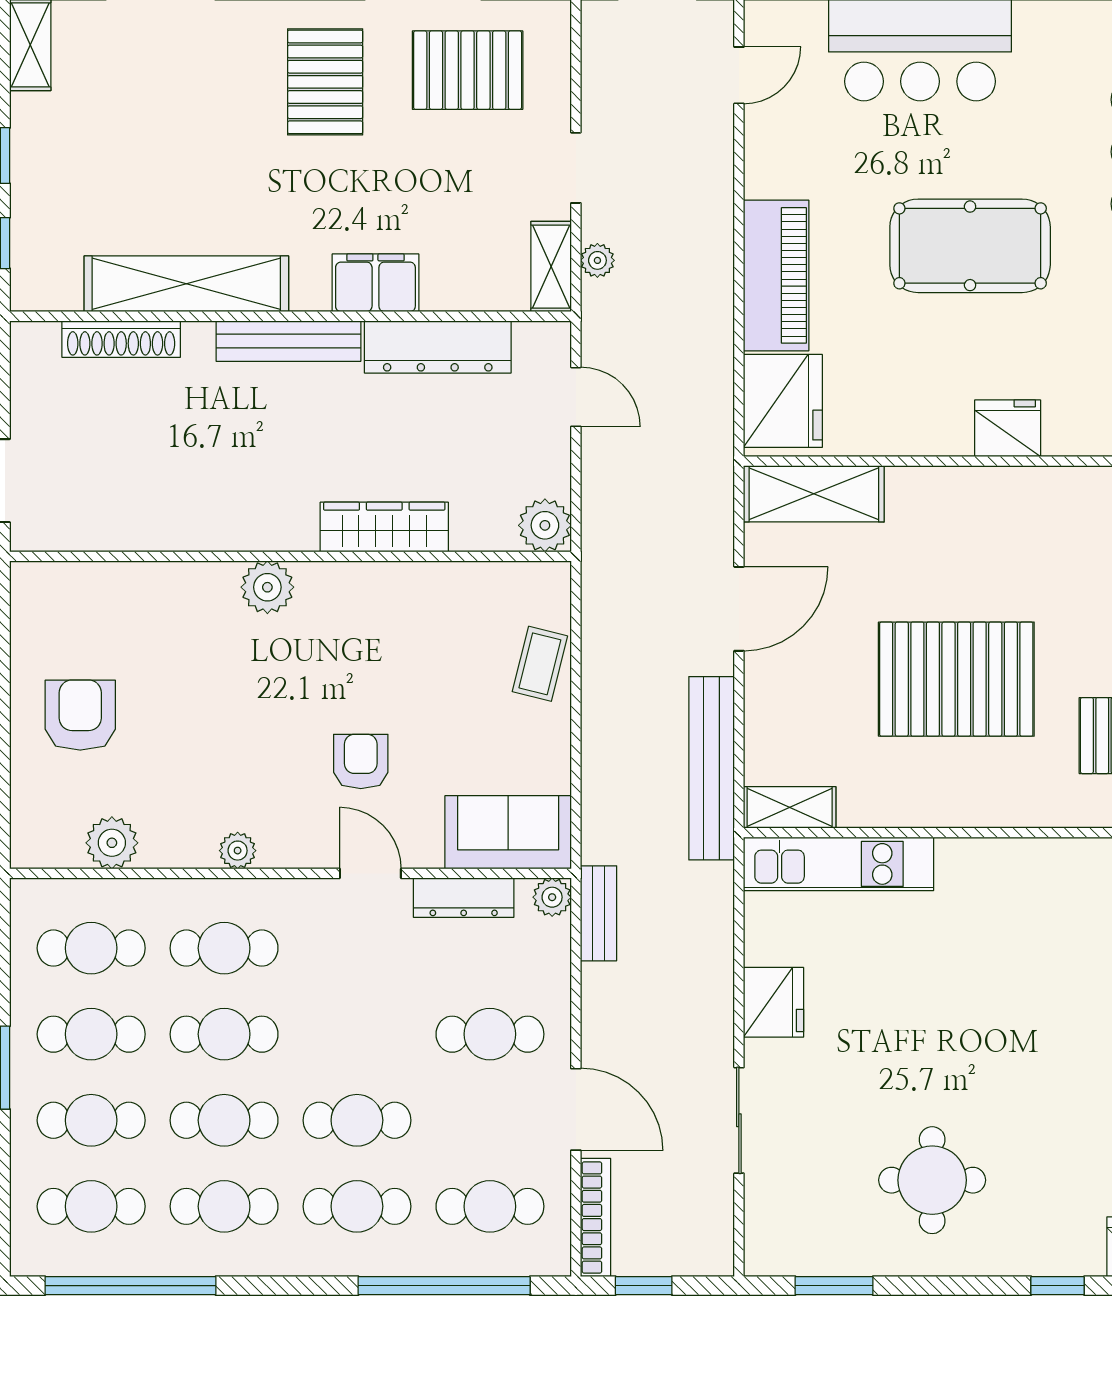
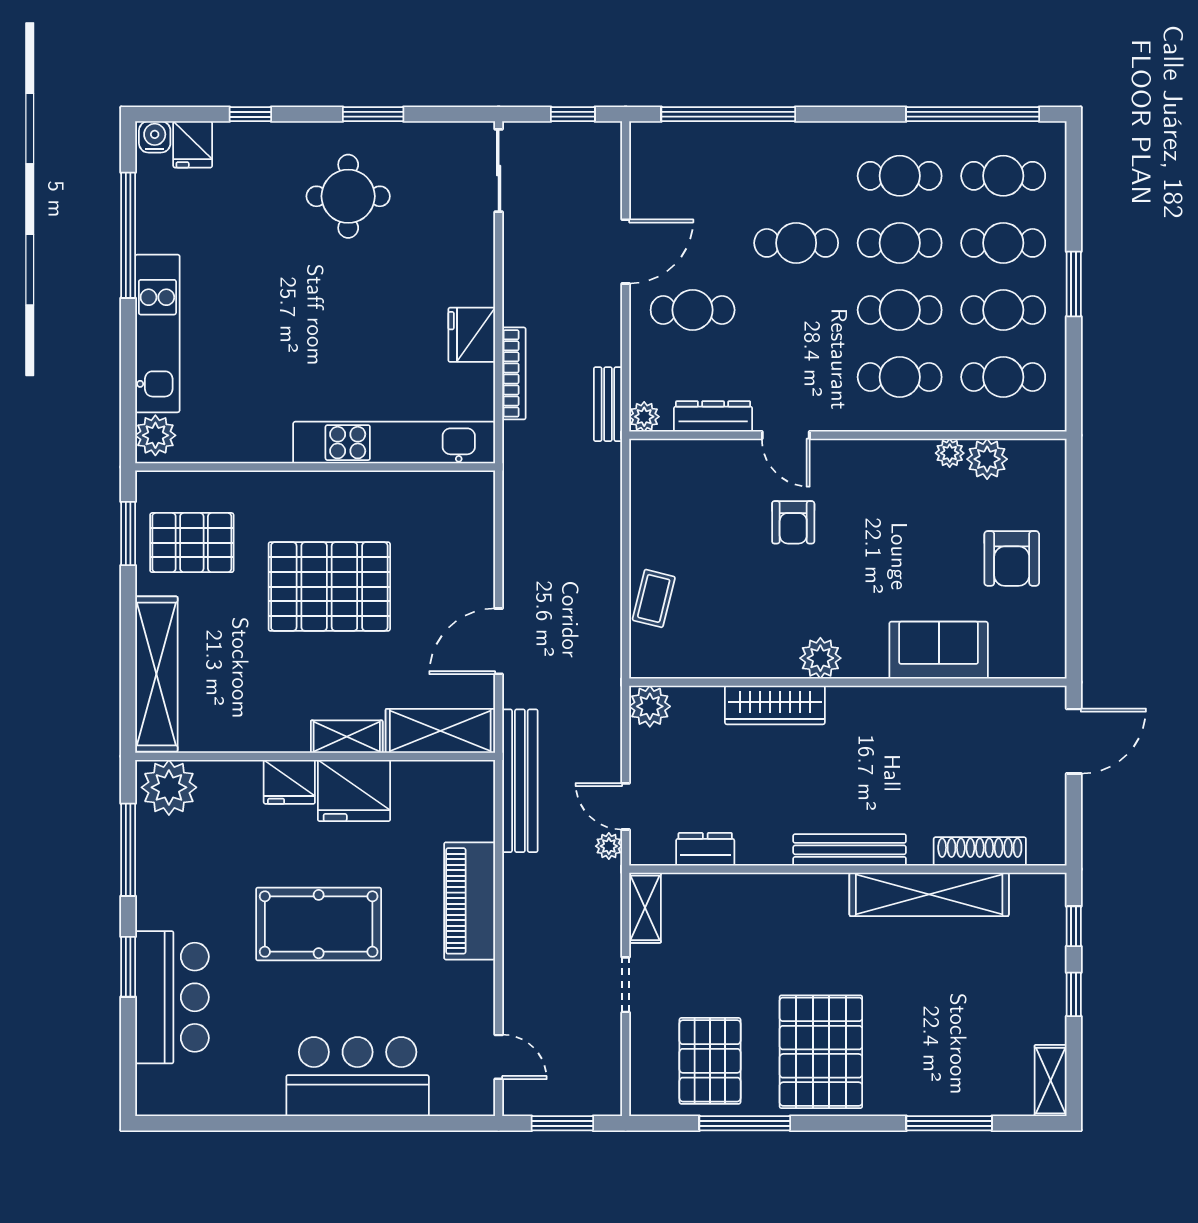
pallet: (468, 70) -> (710, 1061), turned 90
door: (739, 75) -> (499, 1057), swing flipped
pallet: (325, 82) -> (821, 1052), width x1.37, depth x1.41
plant: (597, 260) -> (609, 846), moved
filing cabinet: (375, 283) -> (782, 895), removed
dresser: (438, 347) -> (705, 849), width x0.51, depth x0.80
fridge: (783, 401) -> (354, 790), moved, turned -90
plant: (267, 587) -> (820, 658), moved
bench: (712, 768) -> (520, 781), moved
shelving: (790, 807) -> (347, 737), moved
sofa: (508, 832) -> (939, 650), moved, turned 180
plant: (238, 851) -> (950, 453), moved
kitchen unit: (839, 864) -> (394, 443), width x1.36
door: (576, 1109) -> (626, 251), swing flipped
sliding door: (739, 1120) -> (499, 170), moved
cafe table: (357, 1206) -> (796, 176), removed
cafe table: (490, 1206) -> (693, 176), removed
bookcase: (596, 1217) -> (514, 373), moved, turned 180
window: (834, 1286) -> (373, 114), moved

